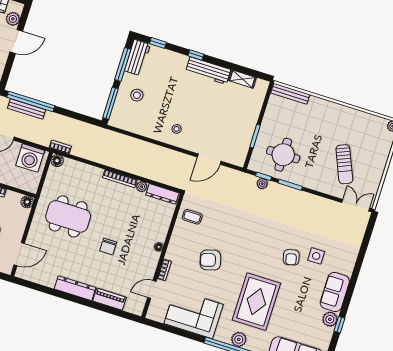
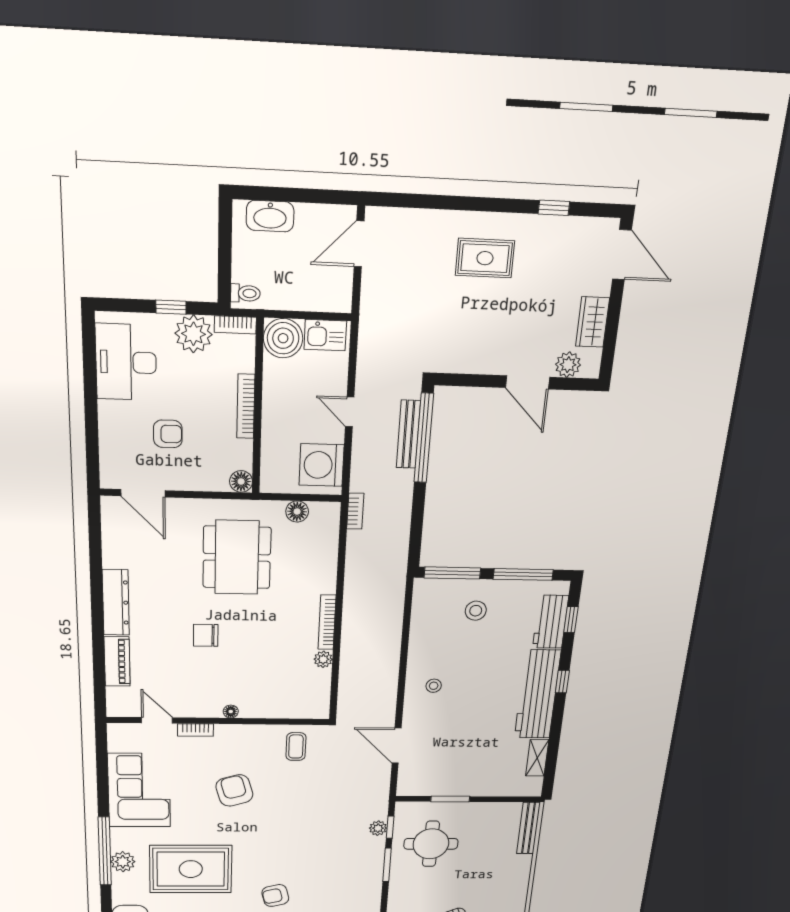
workbench: (137, 58) -> (551, 622), moved, turned 90
workbench: (208, 71) -> (537, 694), width x1.36, depth x1.32
floor lamp: (57, 161) -> (297, 511), moved
dresser: (162, 194) -> (320, 694), removed

